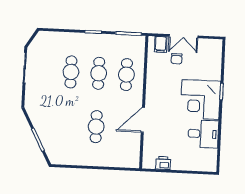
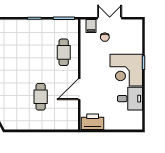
double door: (183, 36) -> (110, 18), swing flipped
cafe table: (71, 72) -> (17, 52), removed
cafe table: (99, 73) -> (41, 52), removed
printer: (163, 163) -> (93, 122), width x1.87, depth x1.48

